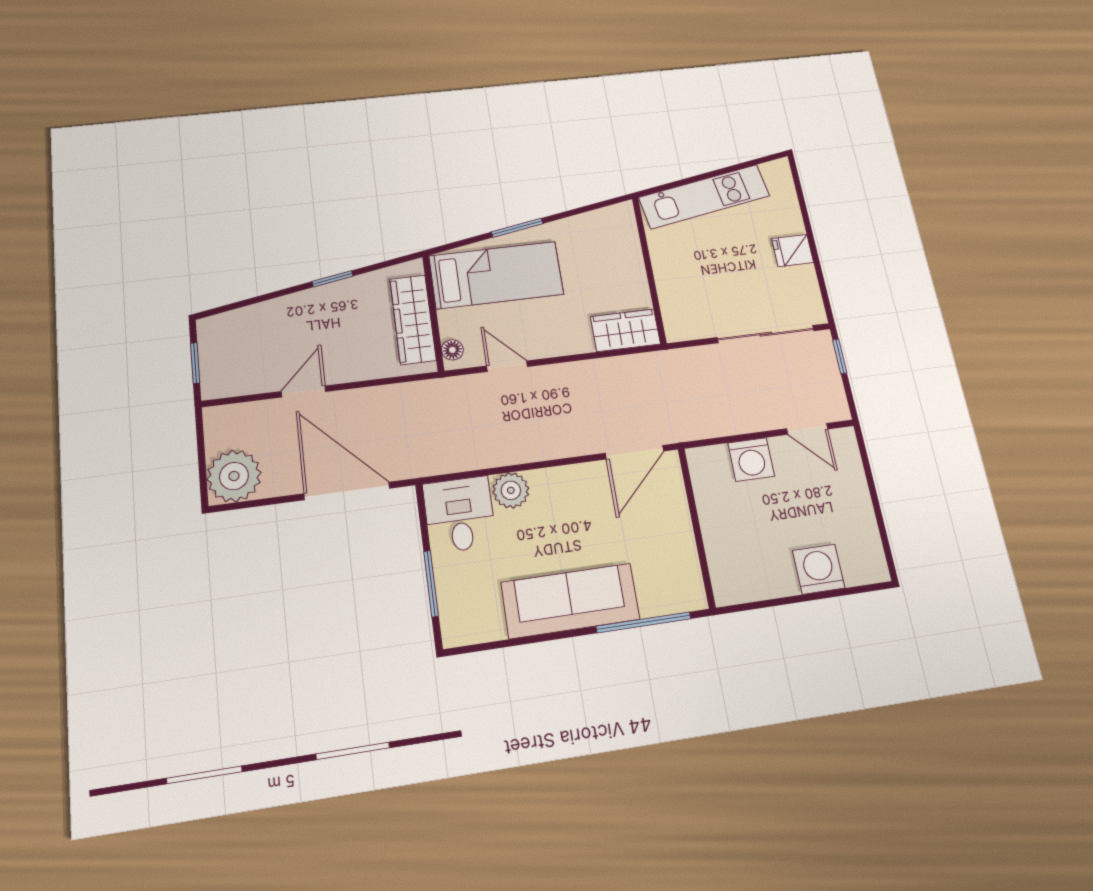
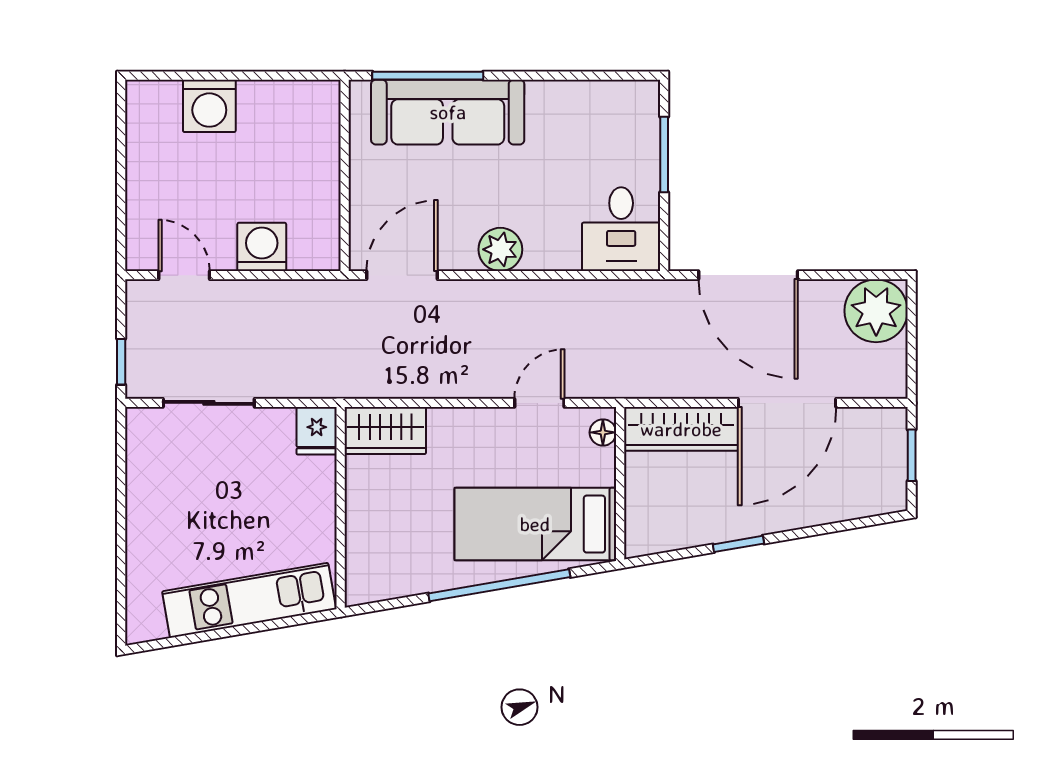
window: (517, 228) -> (499, 585), width x2.11
fridge: (793, 251) -> (317, 431), moved, turned 90
wardrobe: (413, 319) -> (681, 429), moved, turned 90
sliding door: (766, 334) -> (209, 403), width x0.73
door: (507, 366) -> (539, 403), swing flipped
door: (303, 391) -> (787, 403), width x1.88
plant: (511, 490) -> (500, 249), moved
sofa: (570, 601) -> (448, 112), moved

